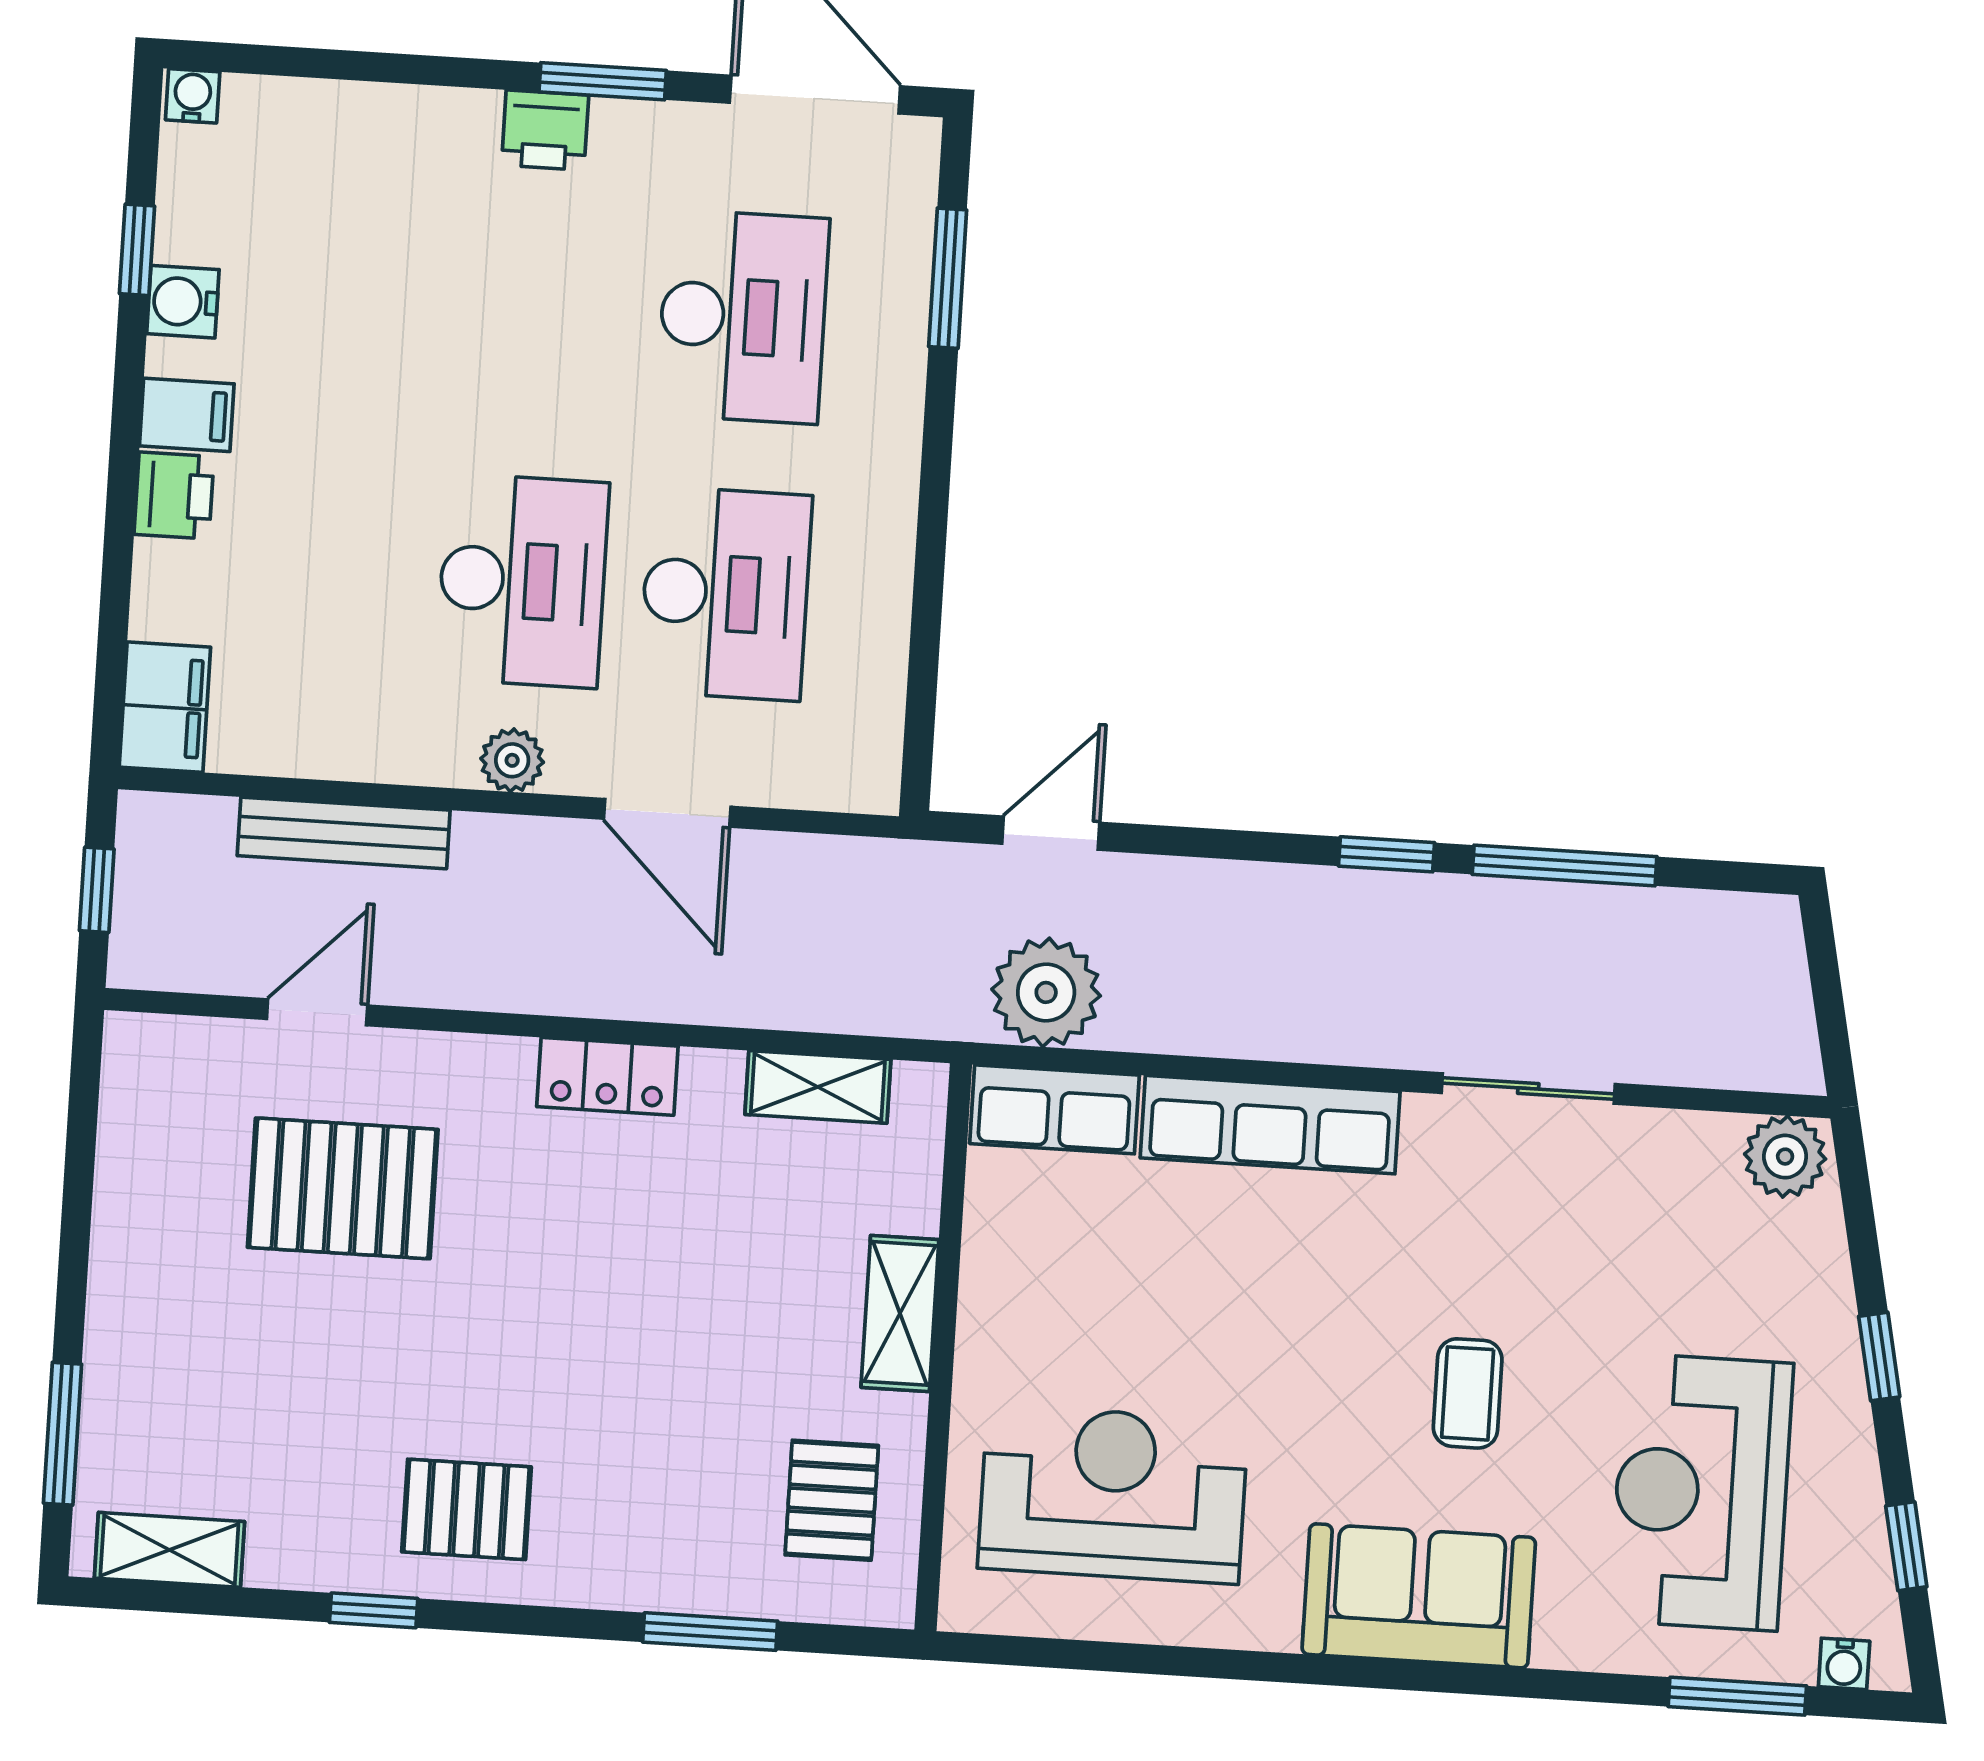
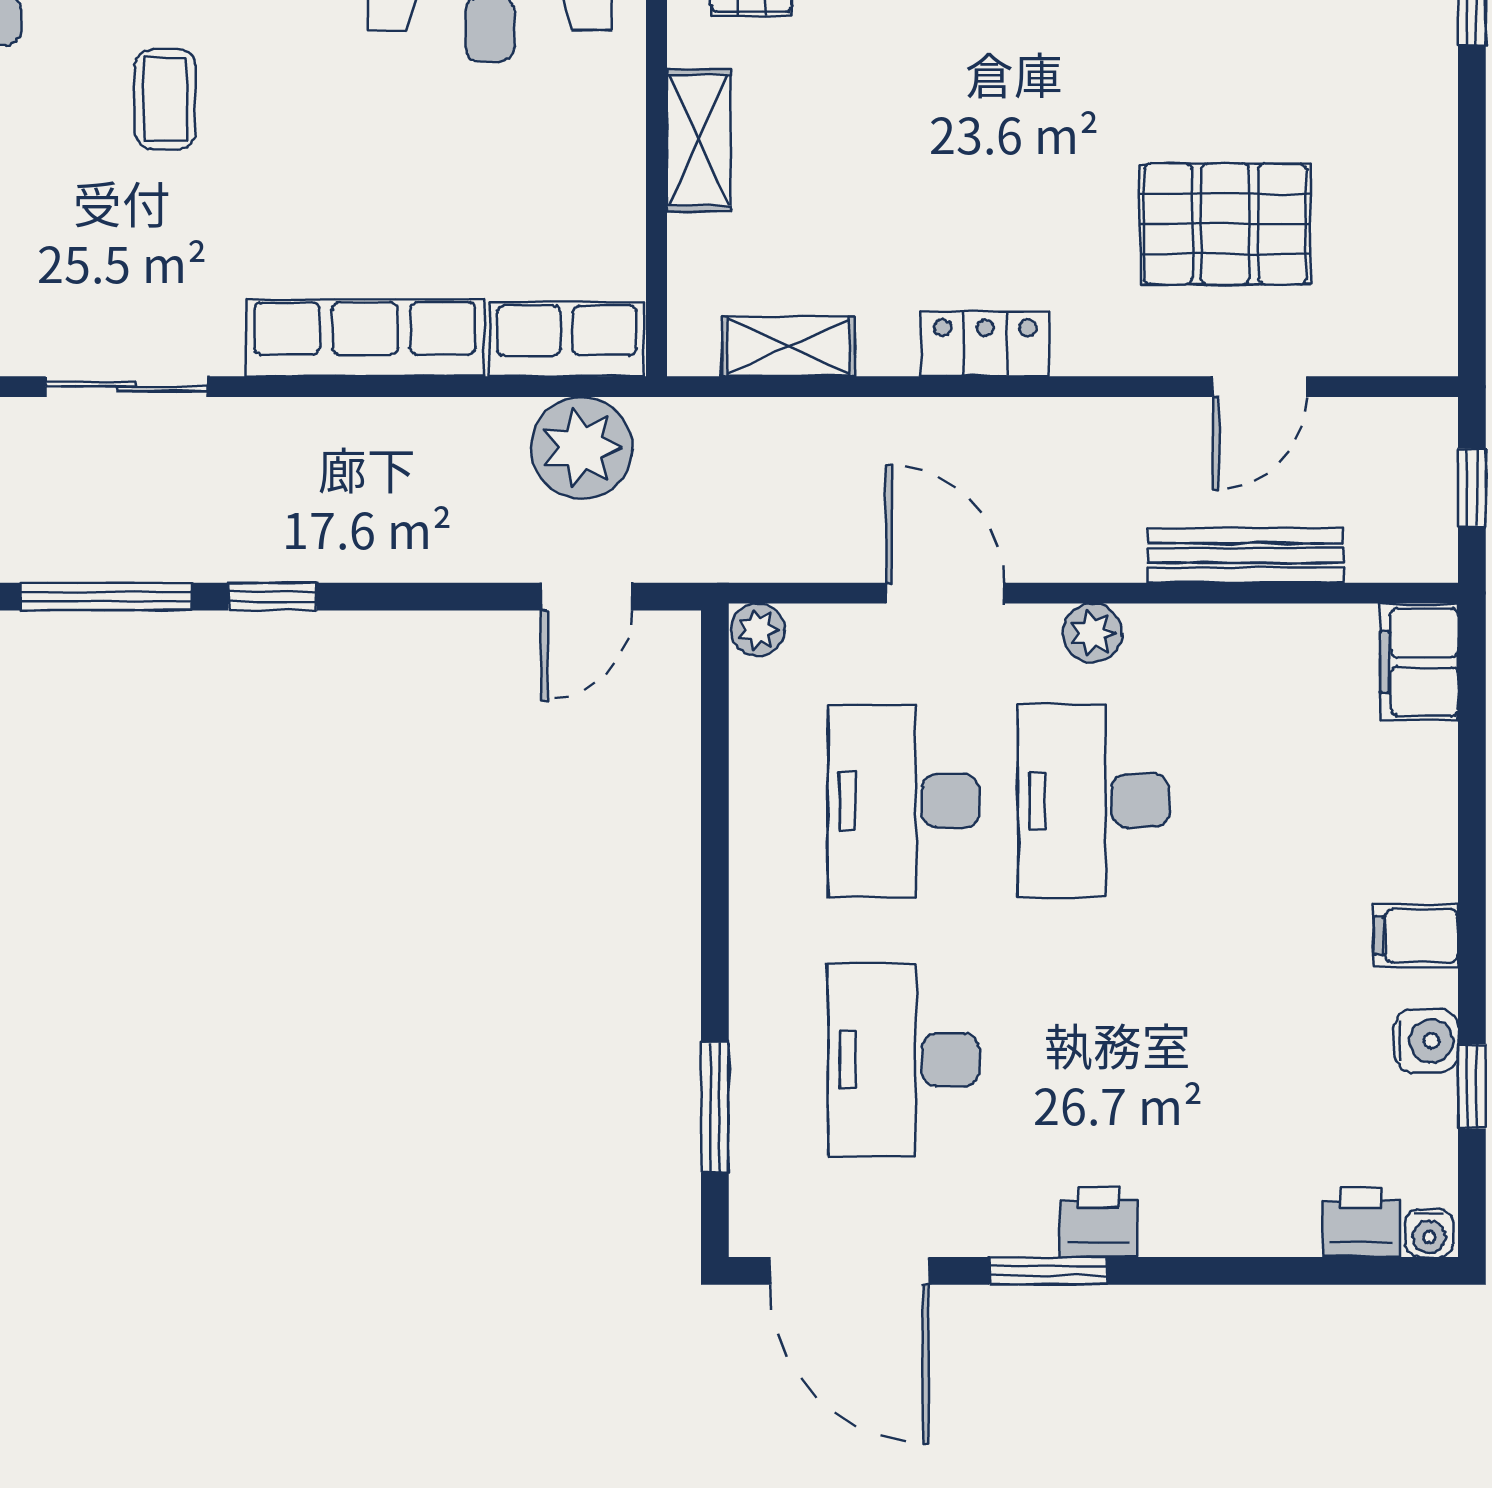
printer: (174, 495) -> (1361, 1222), moved, turned 90
plant: (870, 786) -> (758, 630), added

